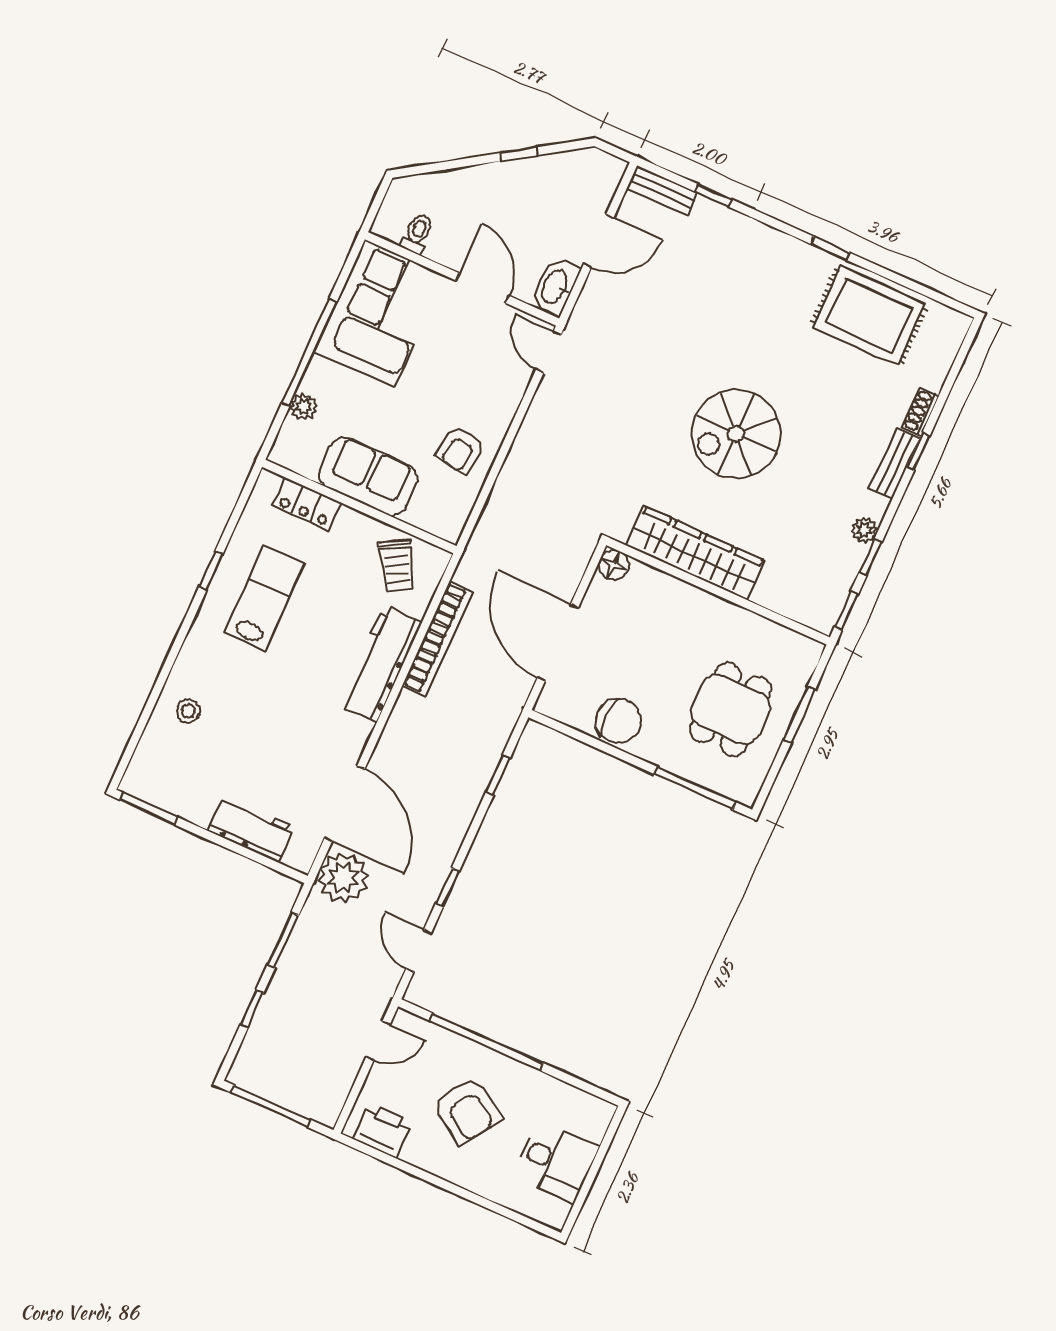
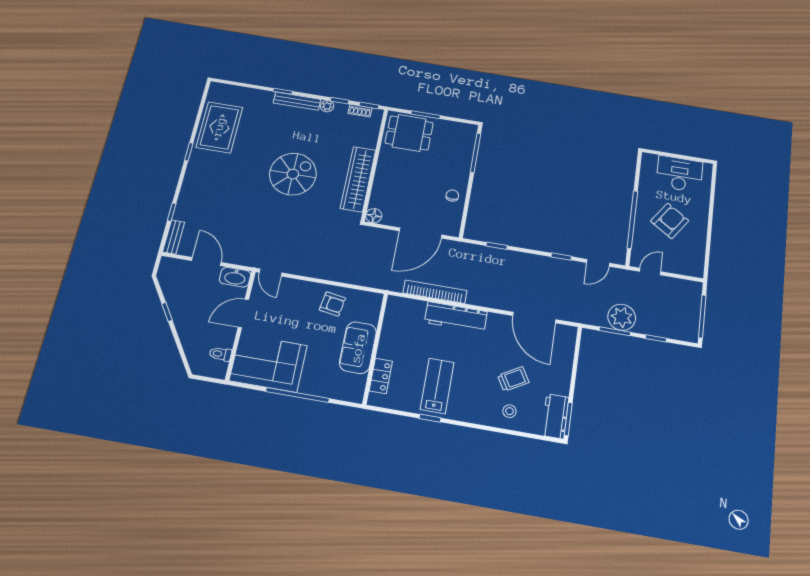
door: (548, 352) -> (271, 273), hinge flipped
plant: (304, 407) -> (328, 391), removed
shoe rack: (920, 412) -> (360, 111), moved
spiral stairs: (736, 434) -> (293, 174), turned -90
bench: (895, 464) -> (297, 101), width x1.36
trolley: (397, 566) -> (513, 379), moved
lab bench: (264, 598) -> (437, 386), turned 90
dining table: (731, 709) -> (409, 133), moved
chair: (618, 721) -> (452, 195), width x0.54, depth x0.54
door: (345, 804) -> (534, 318), swing flipped
workbench: (251, 829) -> (555, 416), moved
plant: (343, 878) -> (622, 317), moved
door: (378, 1041) -> (650, 272), hinge flipped
printer: (383, 1131) -> (694, 258), removed
desk: (556, 1162) -> (679, 174), width x1.37

